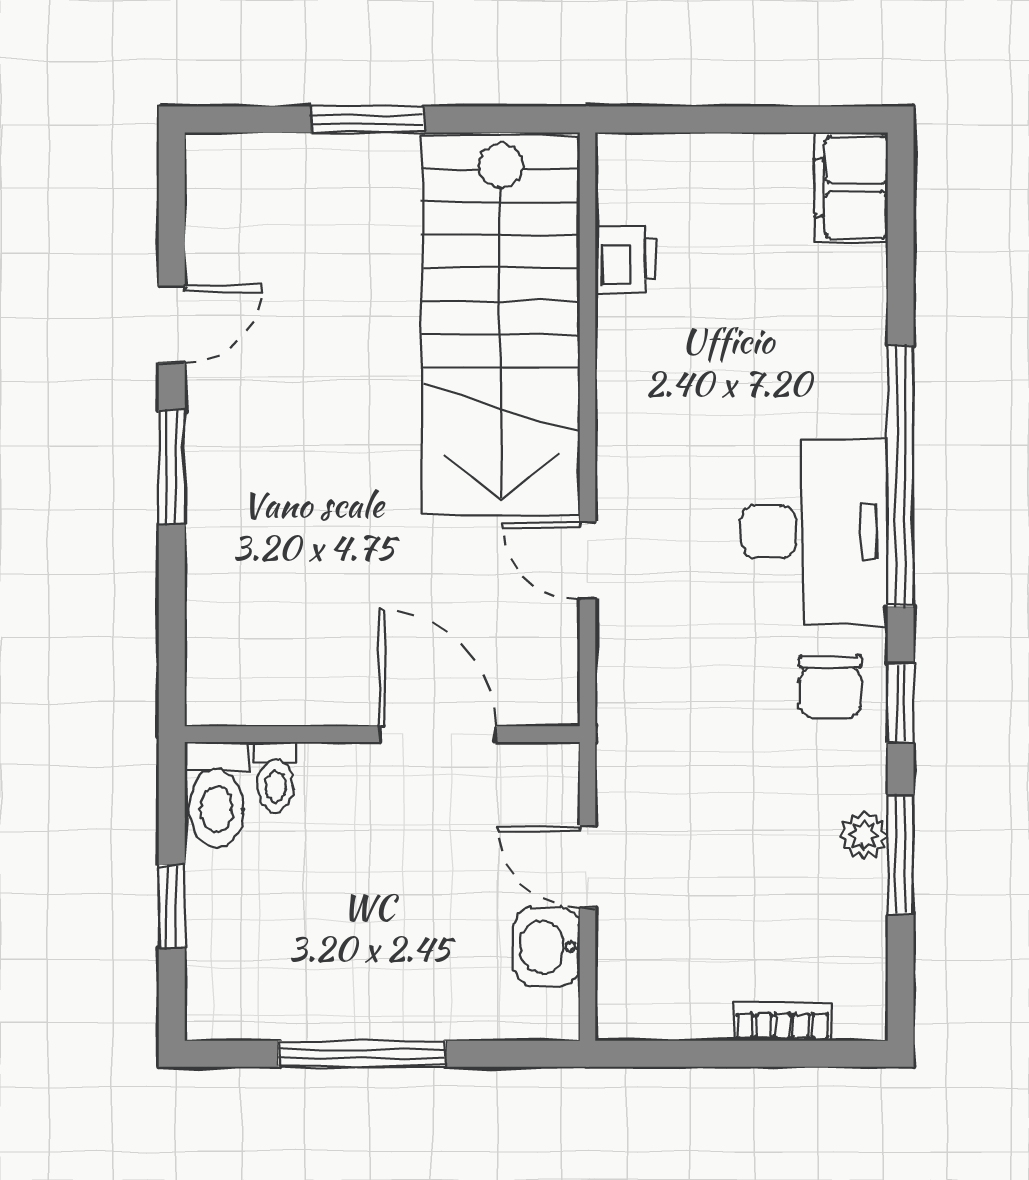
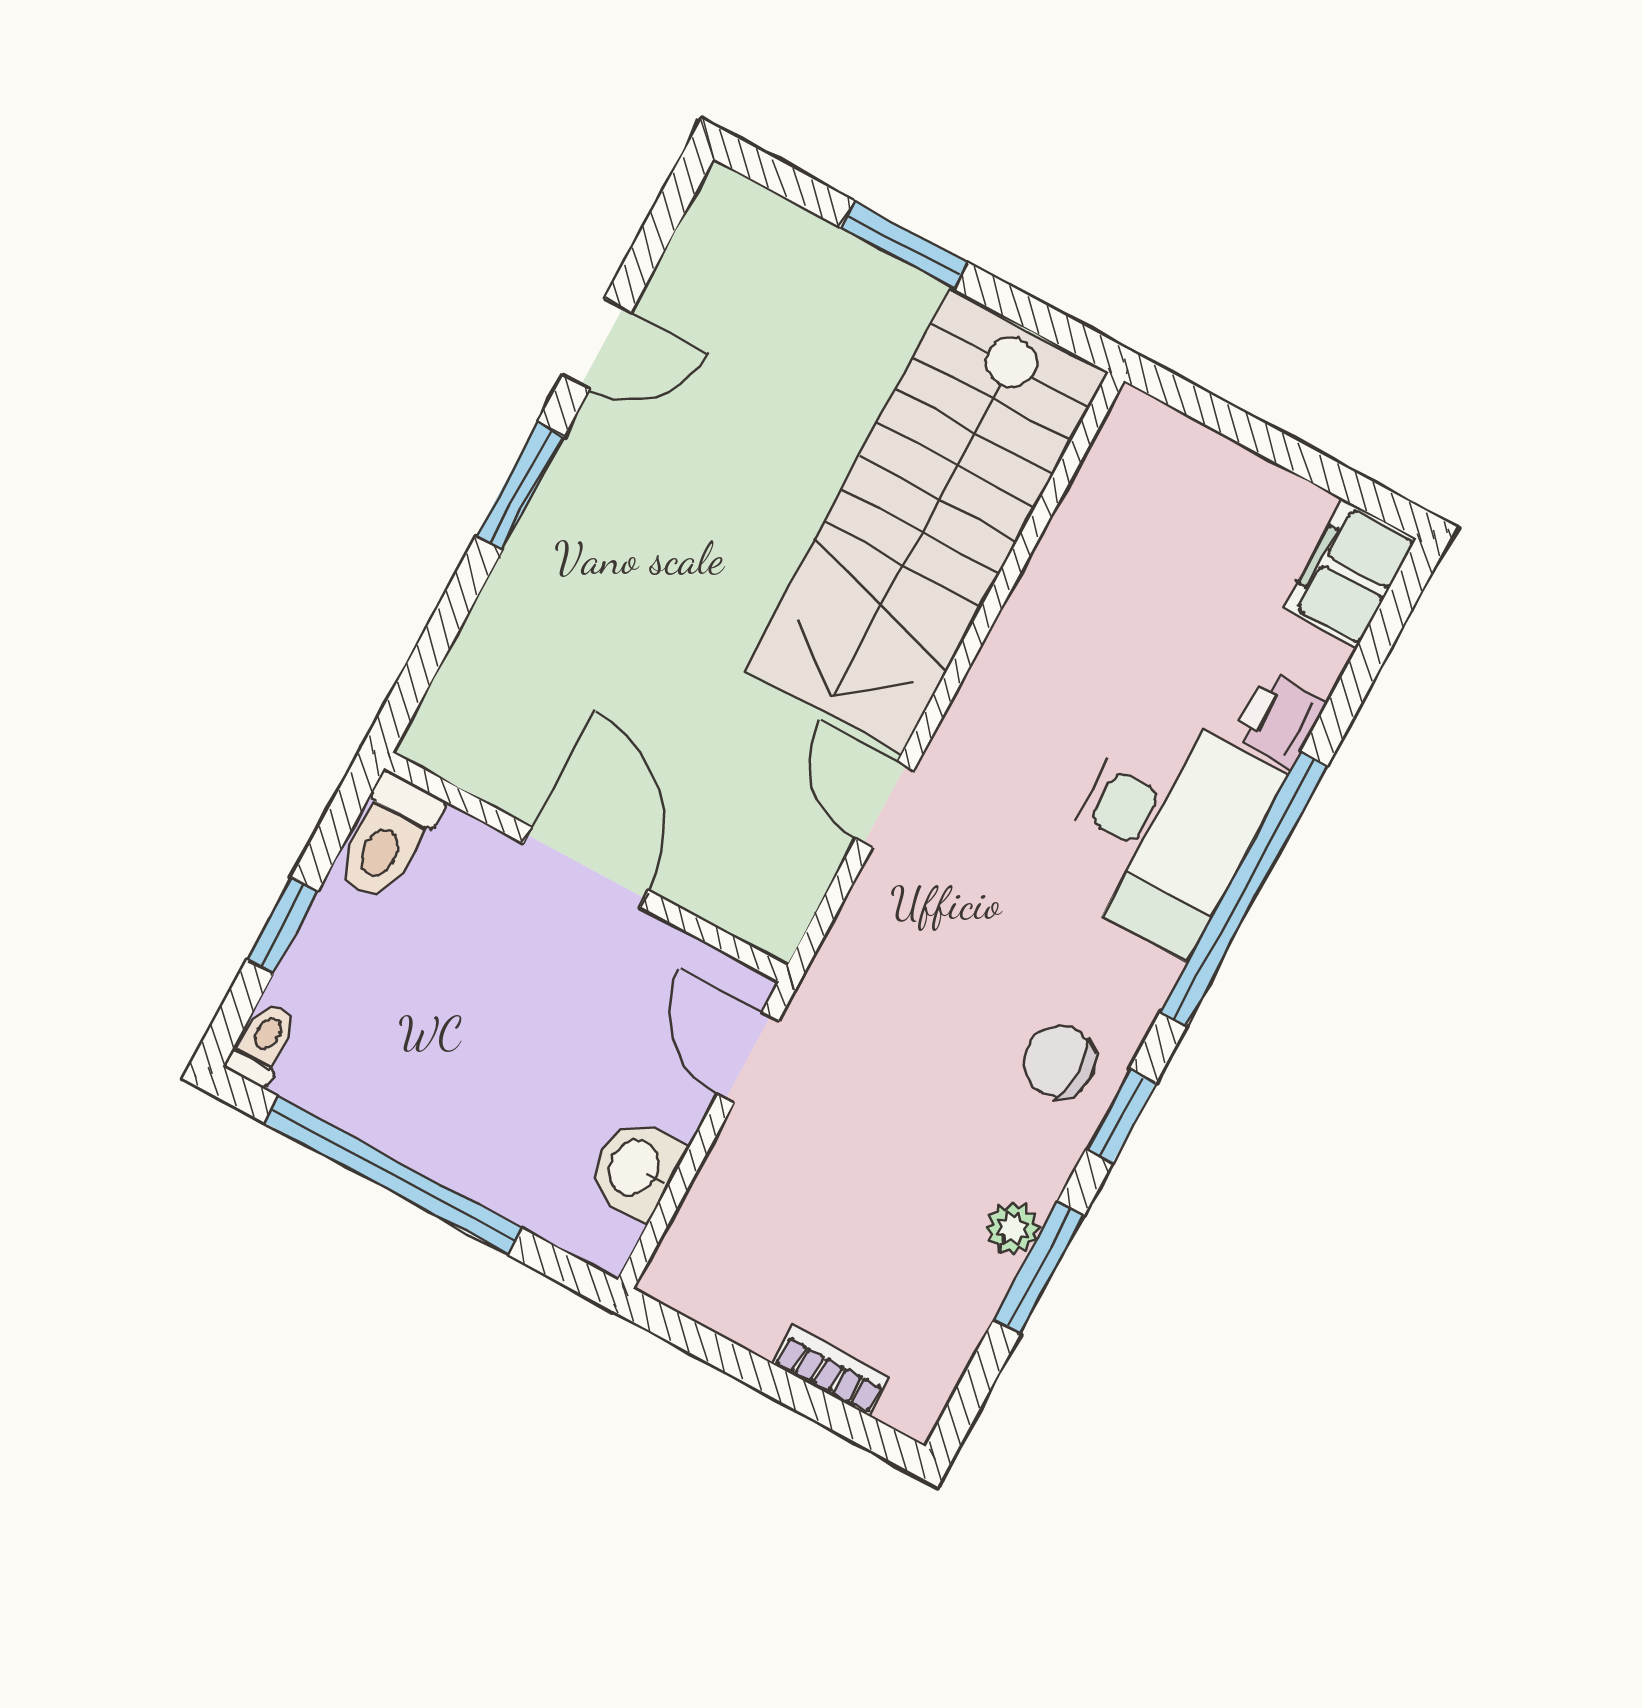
printer: (626, 259) -> (1279, 720), moved, turned 180
desk: (814, 532) -> (1165, 829), moved
chair: (830, 687) -> (1059, 1061), turned 90
door: (438, 734) -> (586, 867), moved
toilet: (275, 777) -> (263, 1043), moved, turned 180
door: (587, 866) -> (748, 1058), moved
window: (362, 1054) -> (393, 1175), width x1.46

